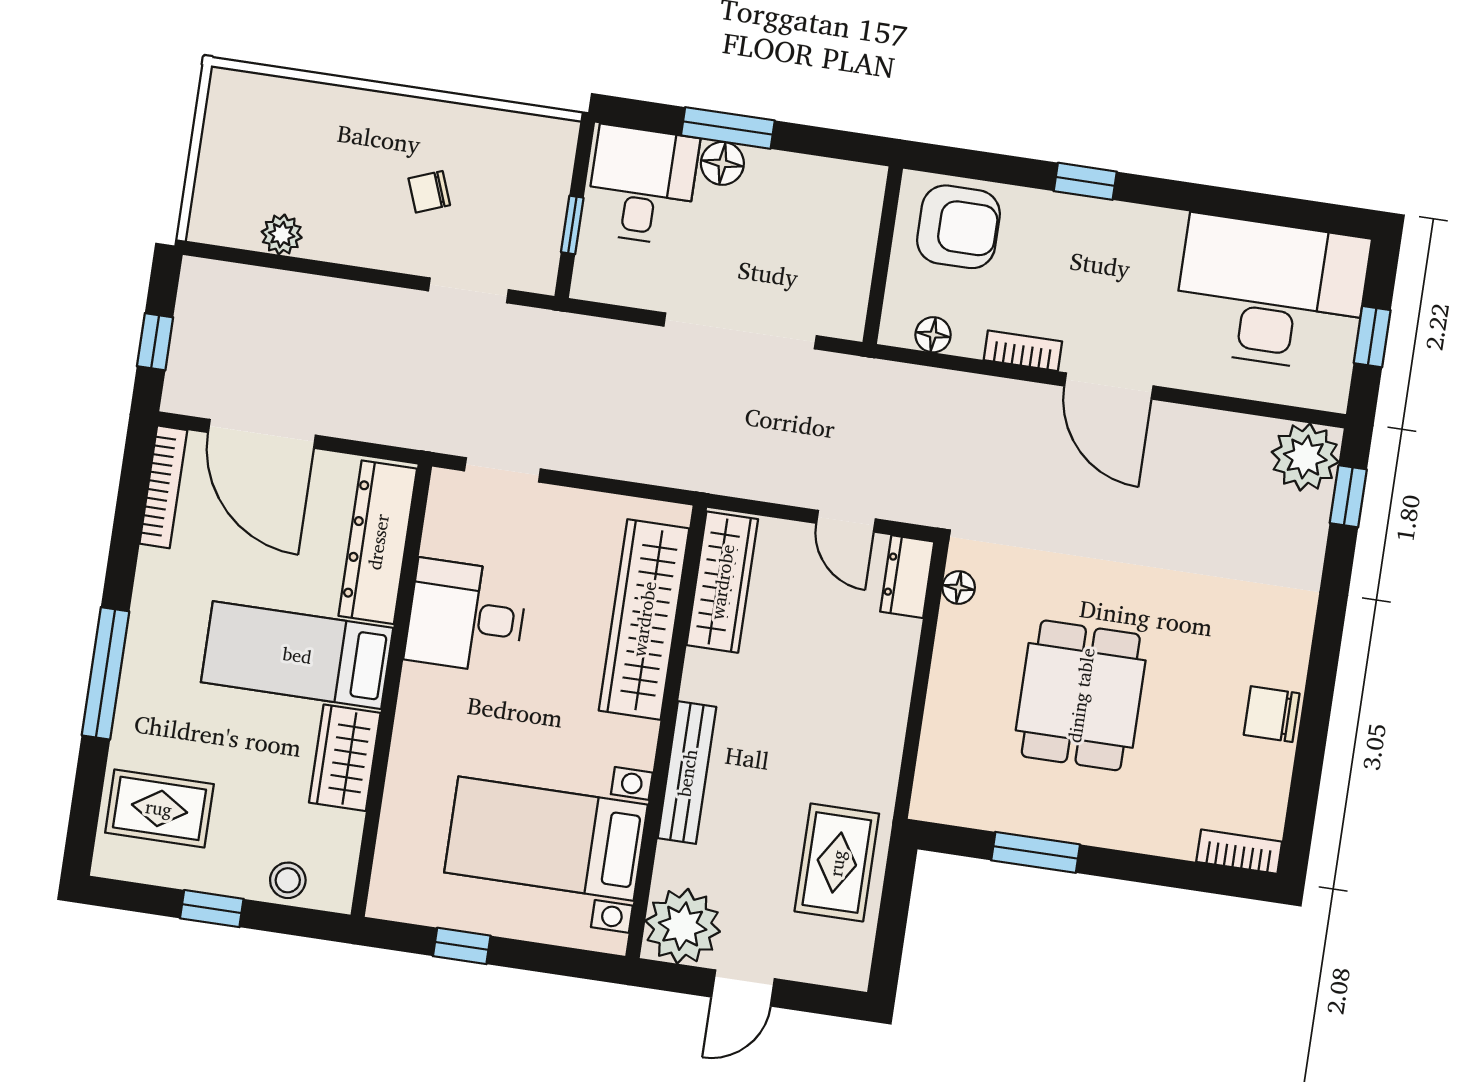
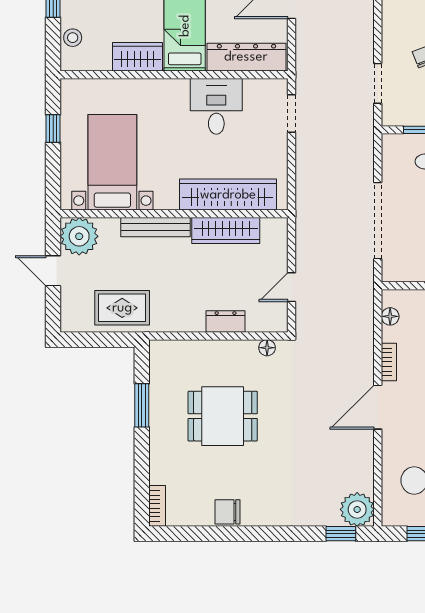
dresser: (907, 577) -> (226, 322), moved
wardrobe: (722, 582) -> (226, 230), moved
chair: (1272, 714) -> (228, 512), turned -90

